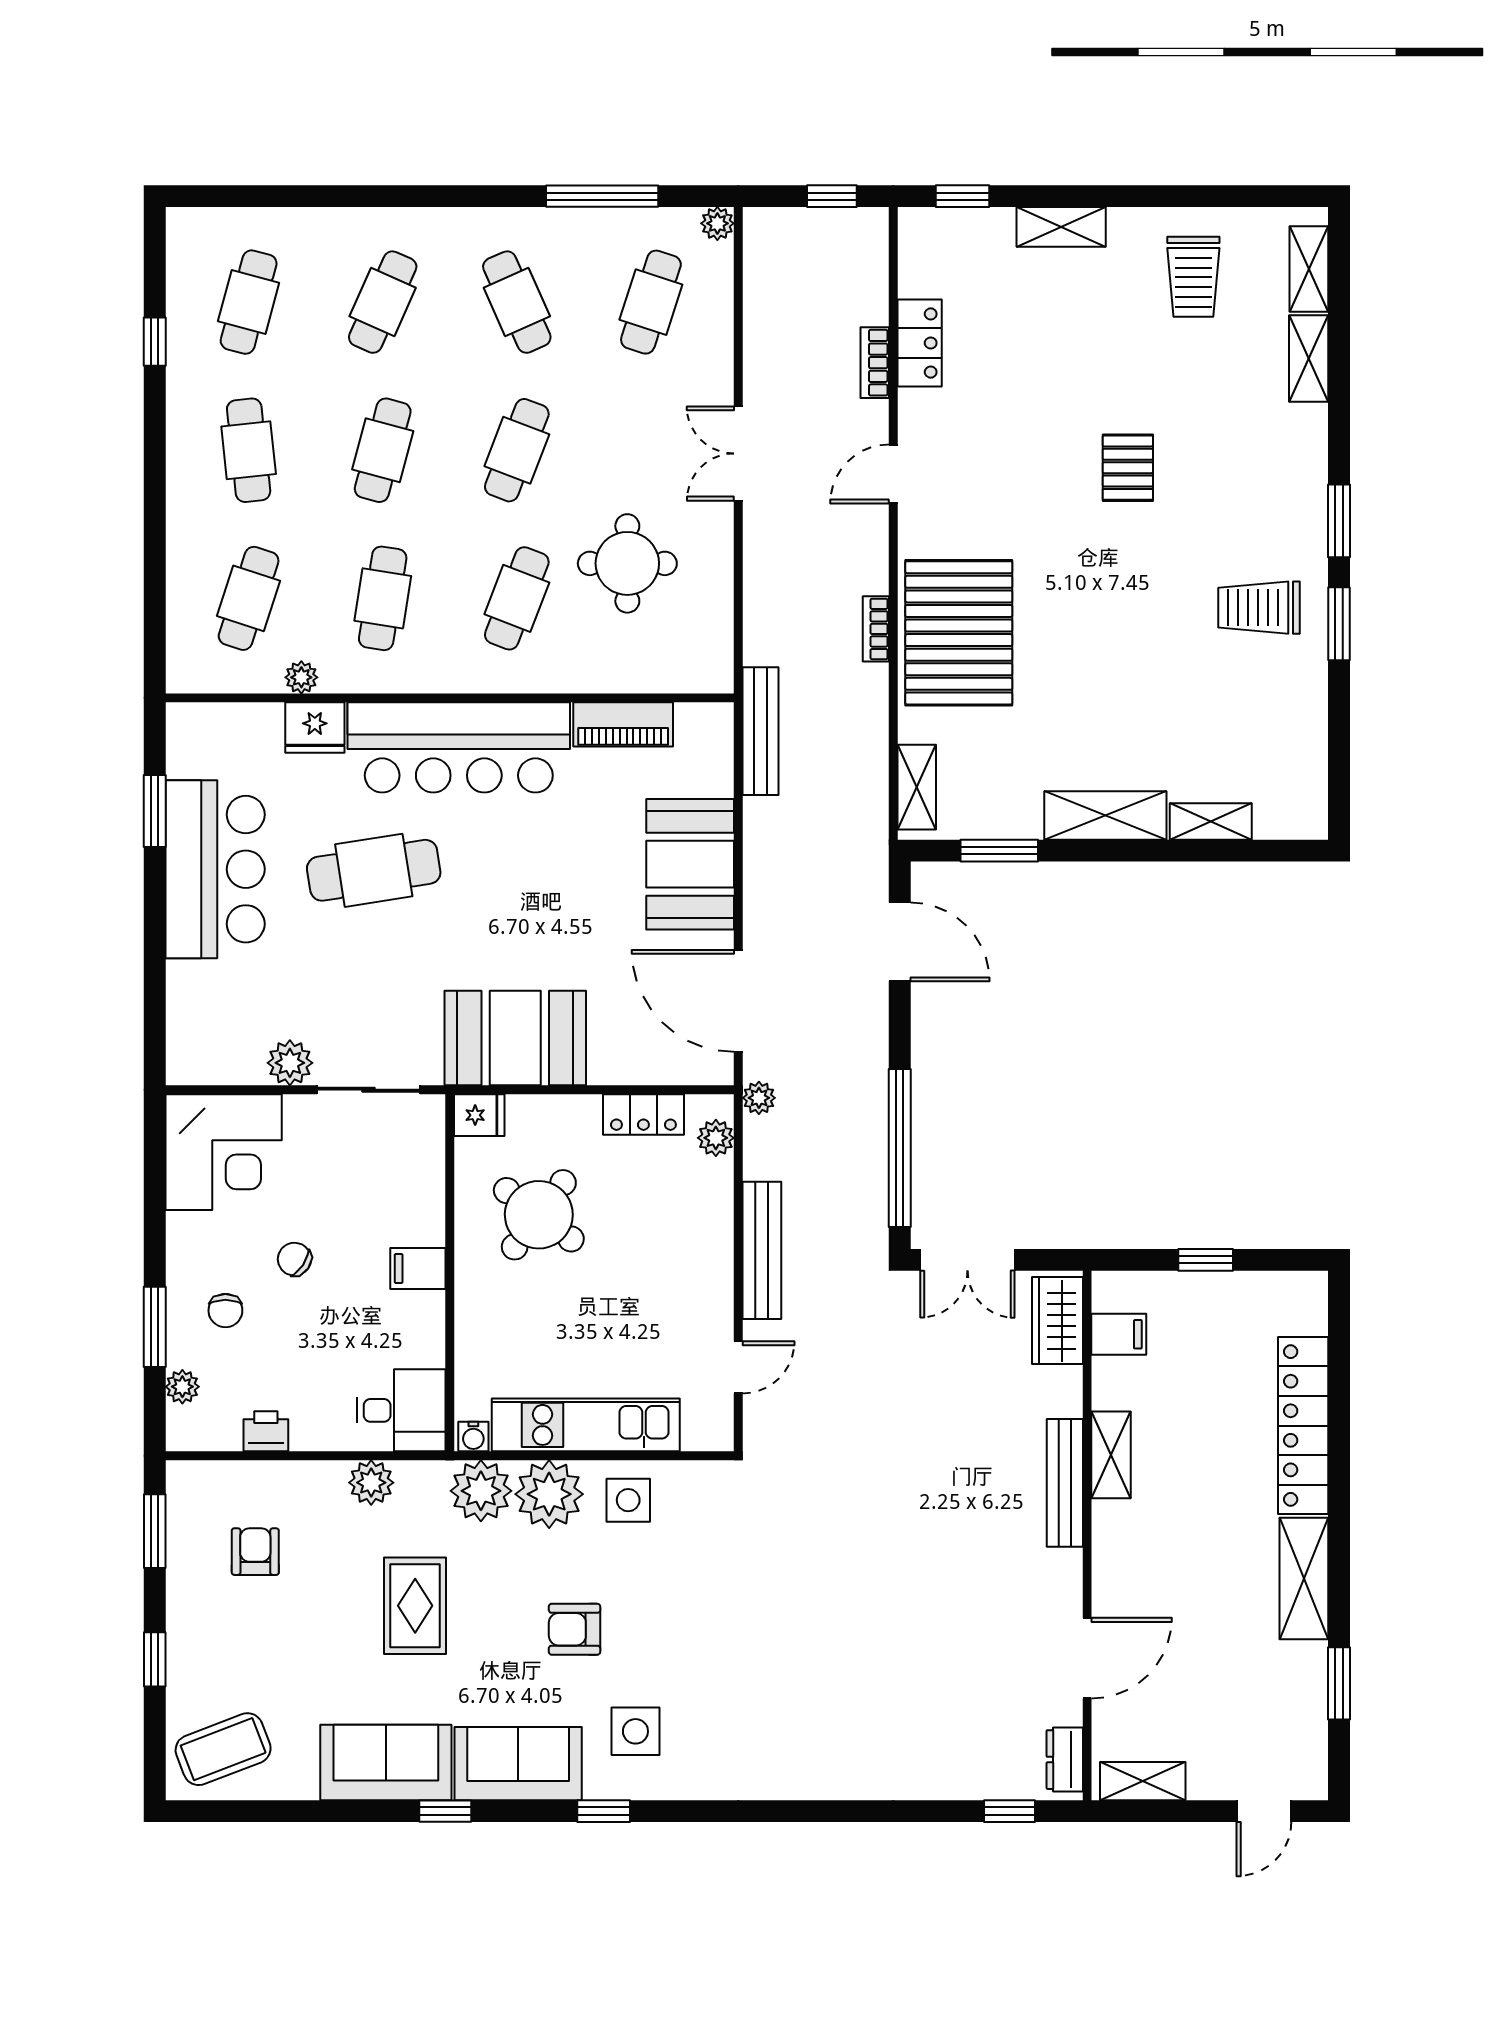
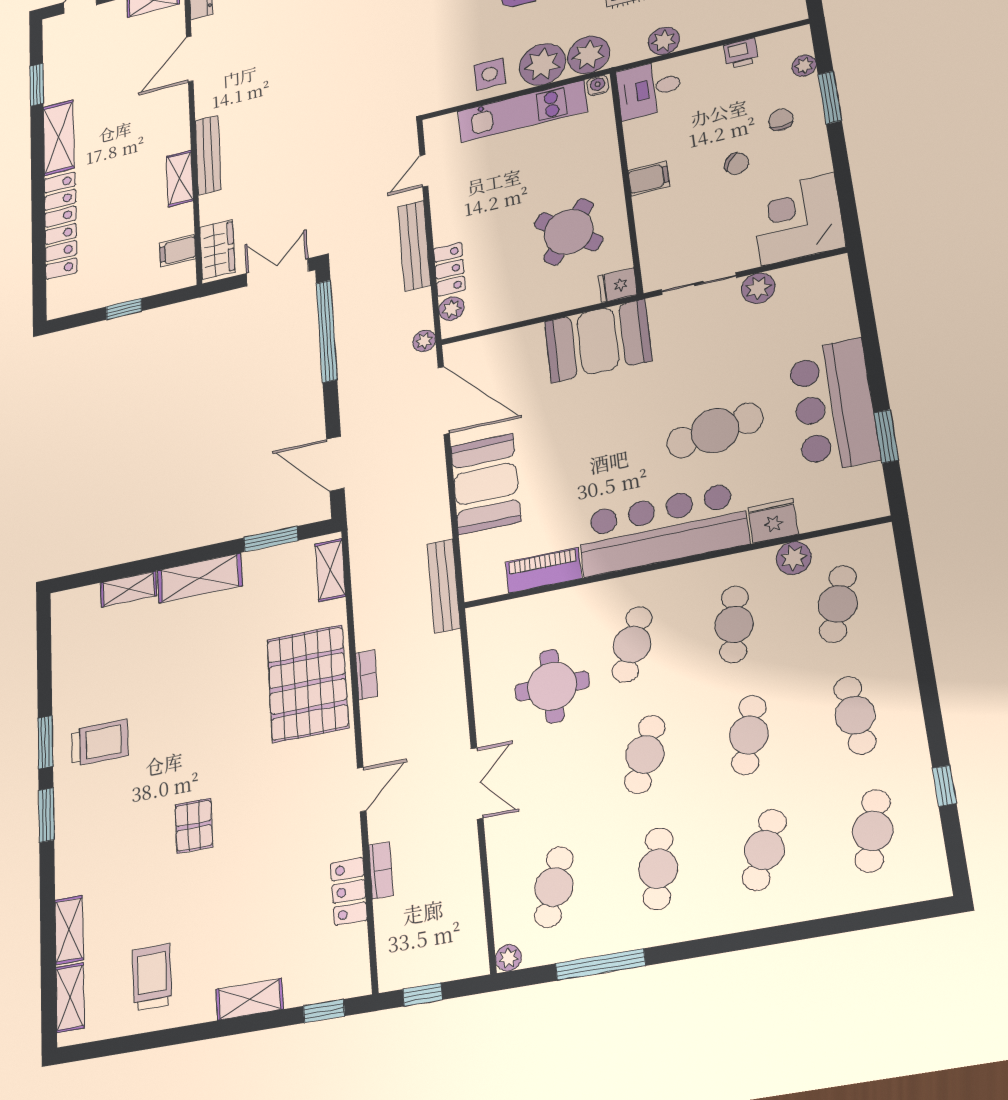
cafe table: (517, 302) -> (658, 869), turned 33
plant: (301, 677) -> (794, 558), width x1.38, depth x1.38
locker: (643, 1114) -> (450, 269), moved, turned 90

